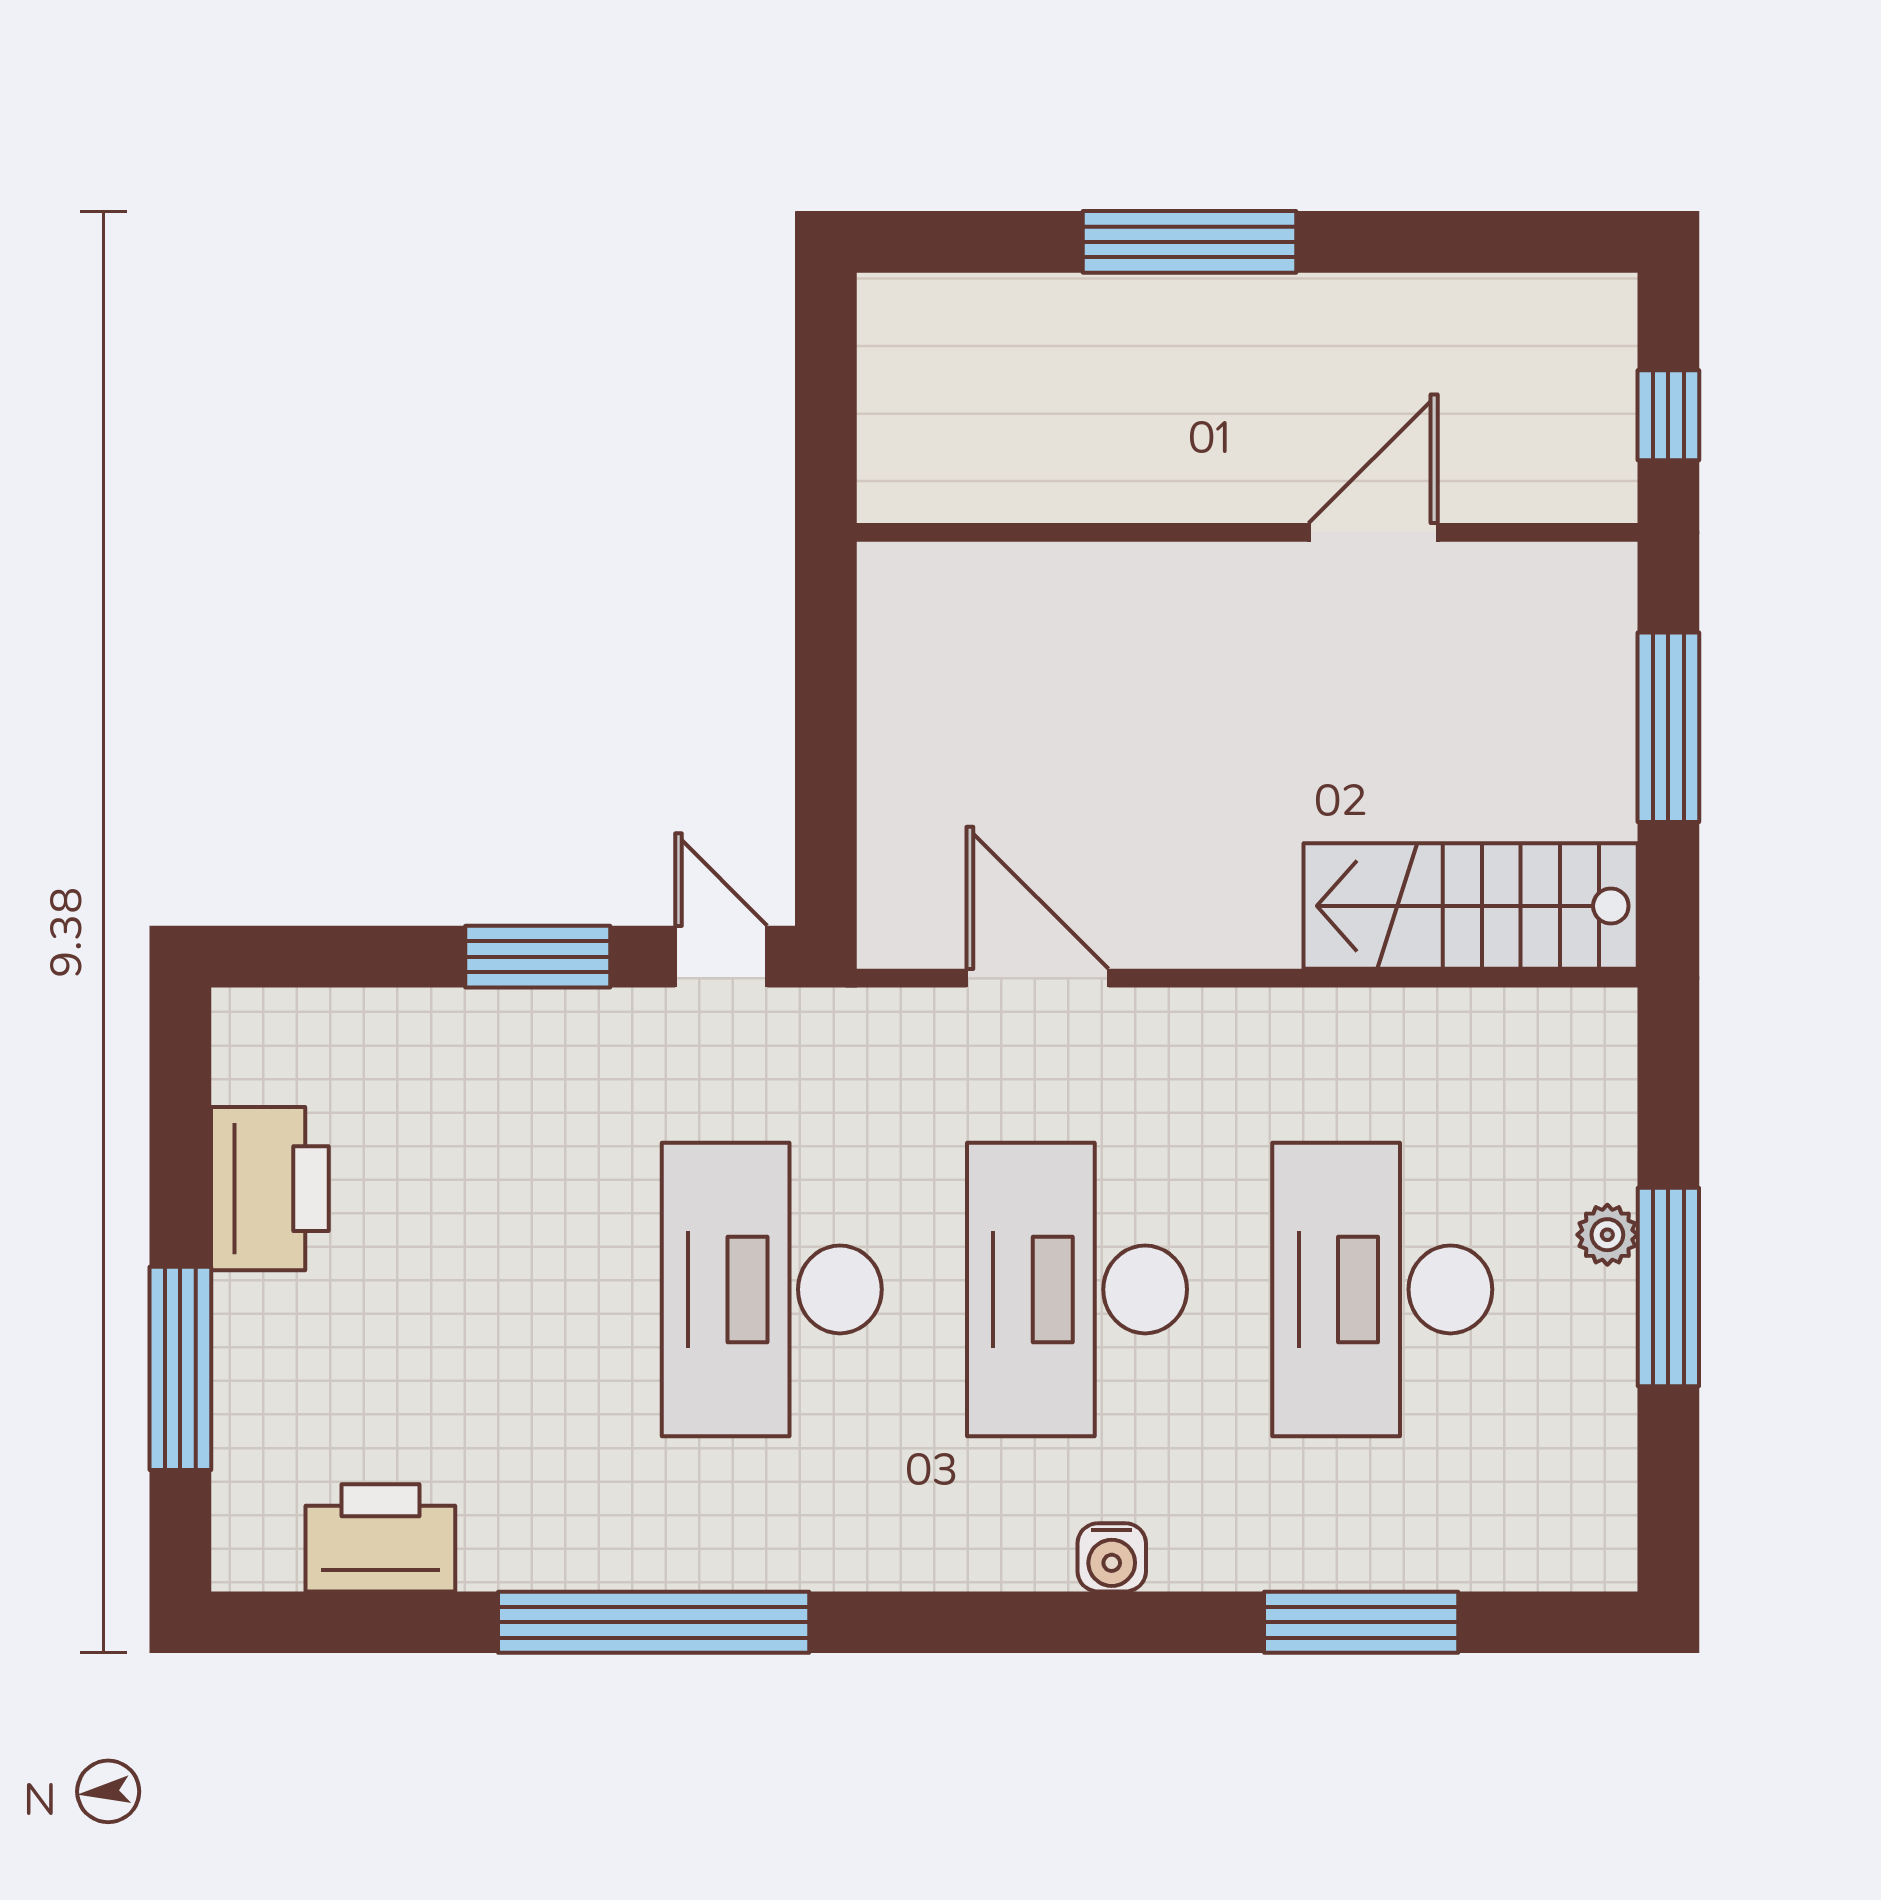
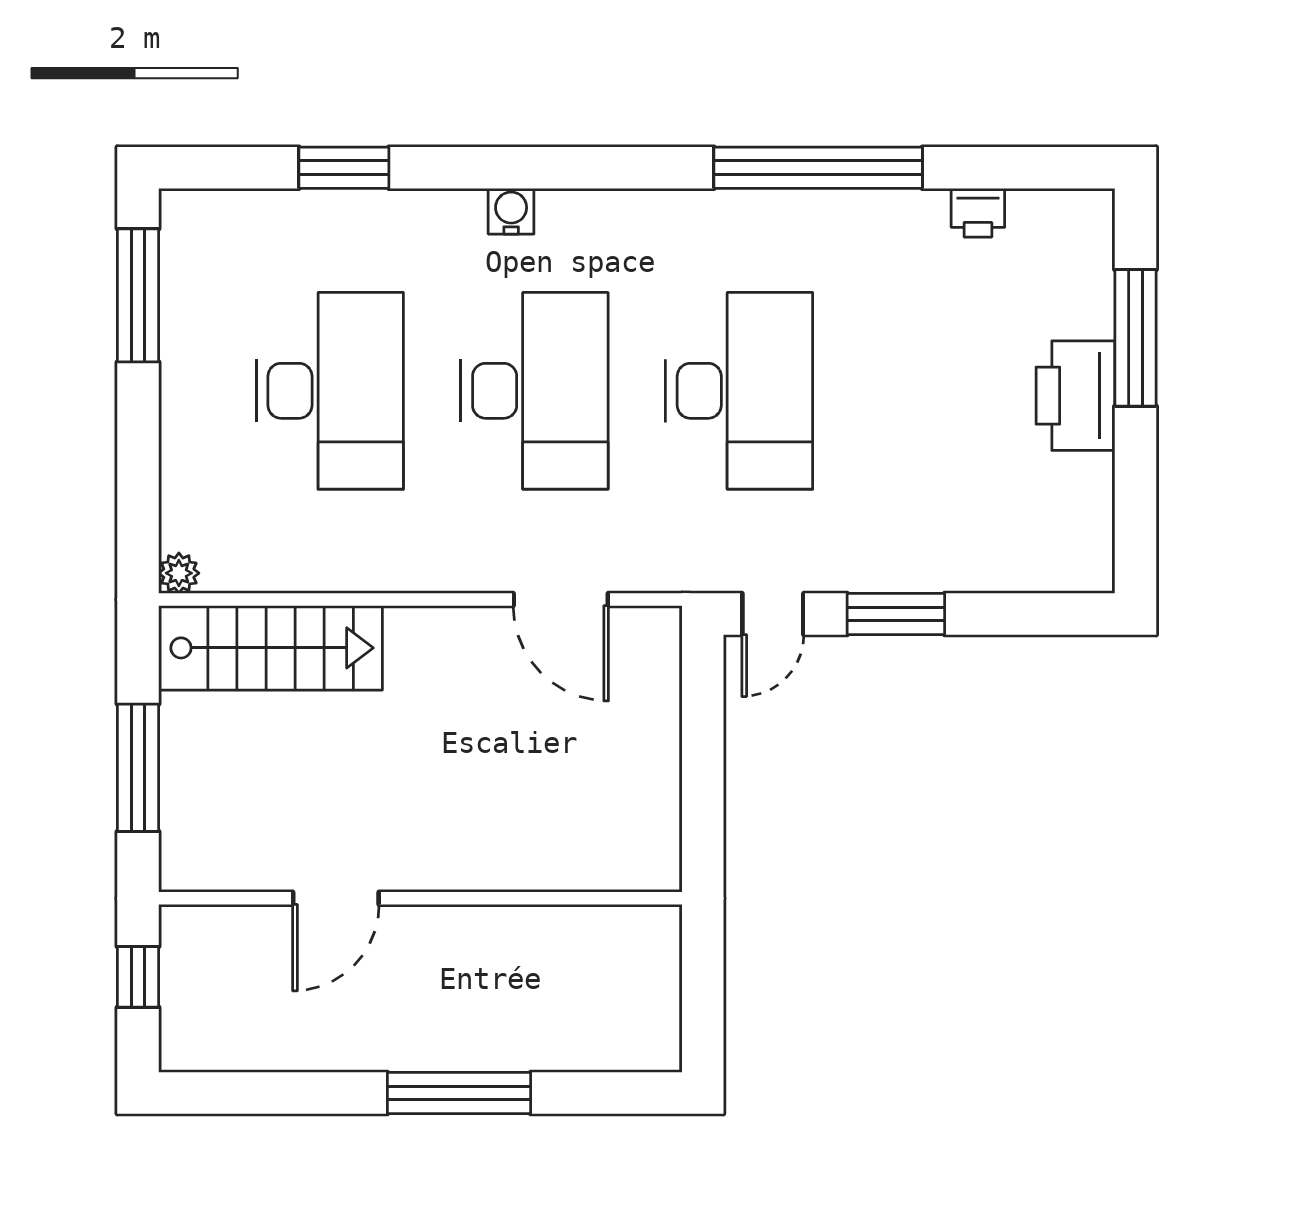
door: (721, 957) -> (773, 614), hinge flipped
printer: (270, 1189) -> (1075, 396), moved
plant: (1607, 1235) -> (179, 573), moved
window: (1668, 1287) -> (138, 295), moved
printer: (380, 1538) -> (978, 213), width x0.53, depth x0.68
window: (1361, 1622) -> (344, 168), width x0.69

